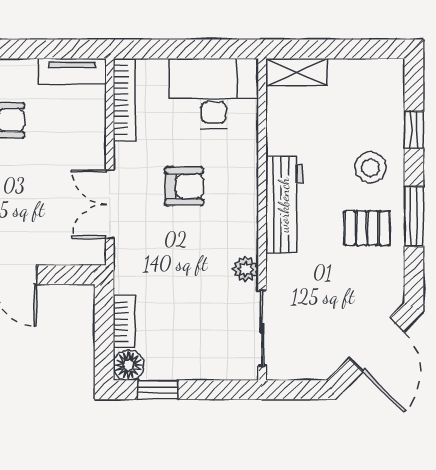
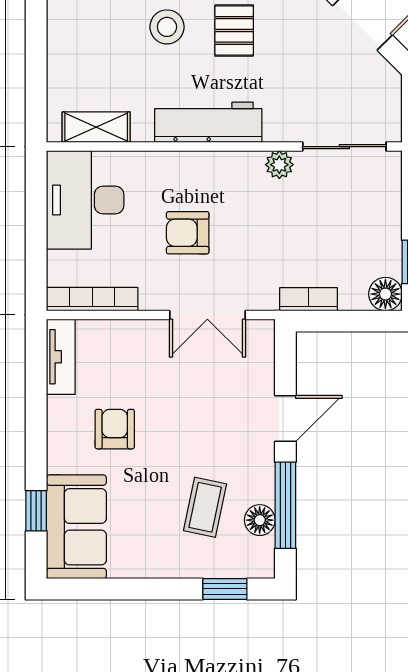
shelving: (297, 72) -> (96, 127), moved, turned 90
armchair: (184, 186) -> (188, 233), turned -90
bookcase: (124, 322) -> (309, 299), moved

